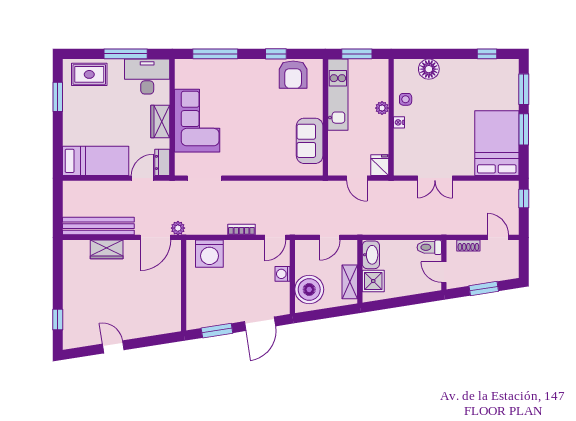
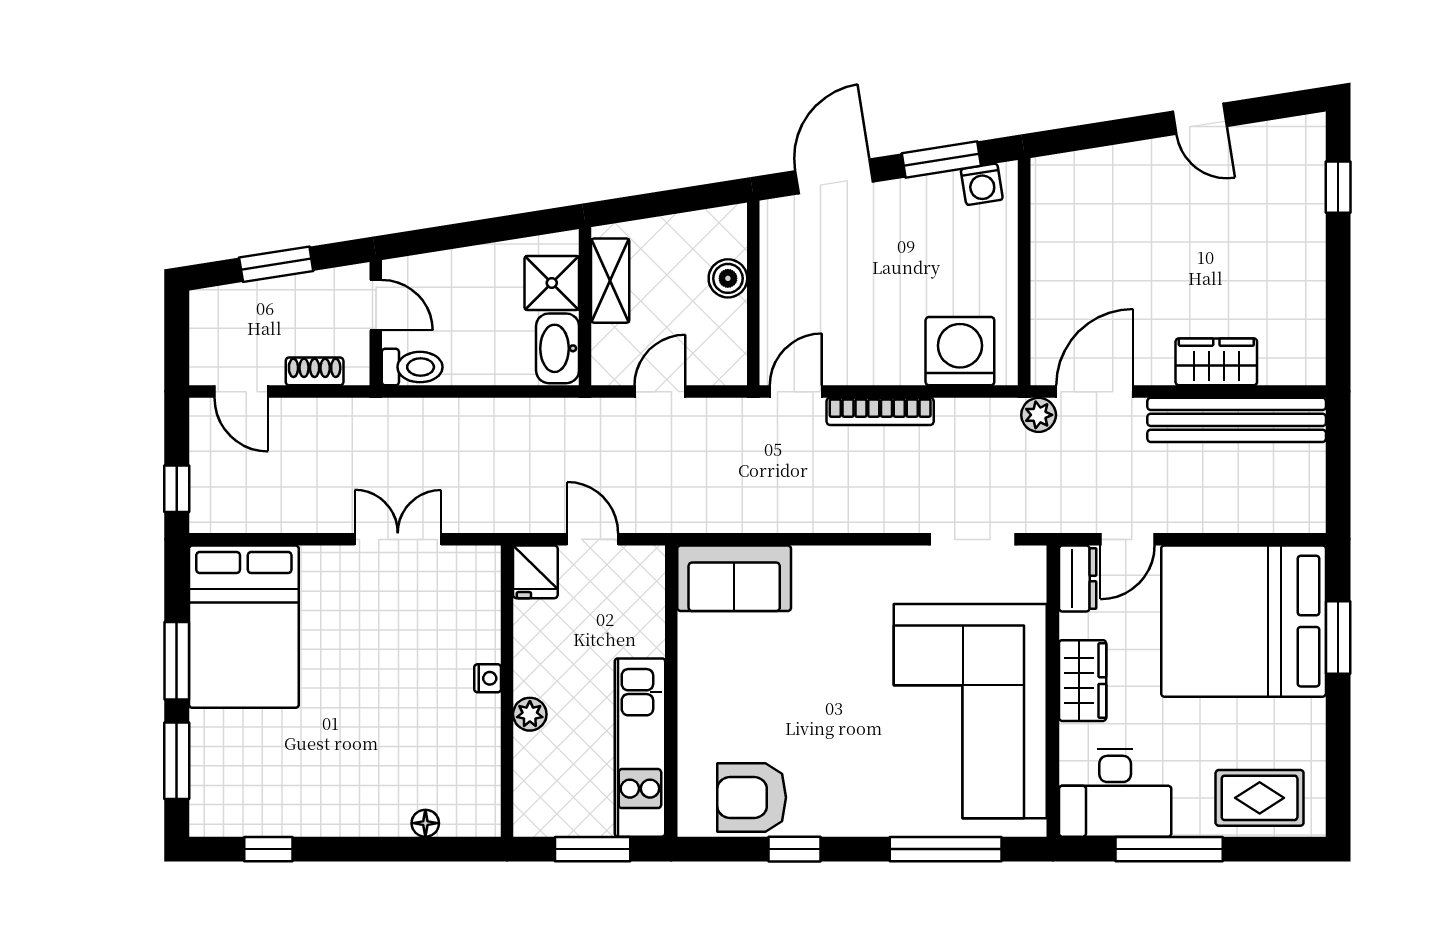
floor lamp: (429, 69) -> (425, 823), width x0.53, depth x0.53
armchair: (293, 75) -> (752, 797), turned -90
window: (58, 97) -> (1338, 637), moved
side table: (406, 99) -> (471, 736), removed
corner sofa: (197, 121) -> (970, 711), width x1.36, depth x1.36
sofa: (310, 141) -> (734, 578), moved, turned 90
bed: (96, 161) -> (1244, 621), width x2.04
bookcase: (241, 229) -> (880, 411), width x1.56
washing machine: (282, 274) -> (982, 184), moved, turned 81
boiler: (309, 289) -> (728, 278), width x0.54, depth x0.54

